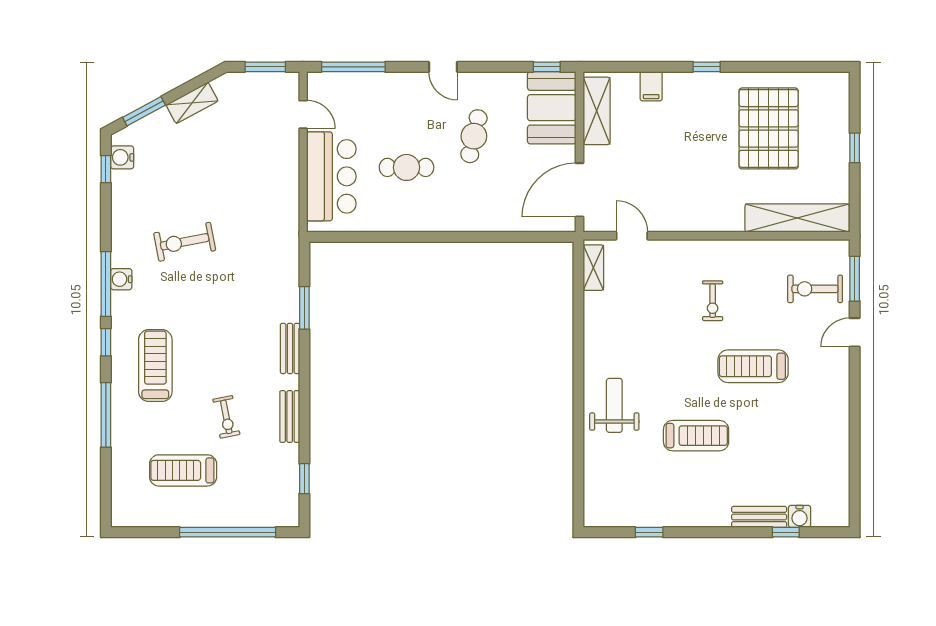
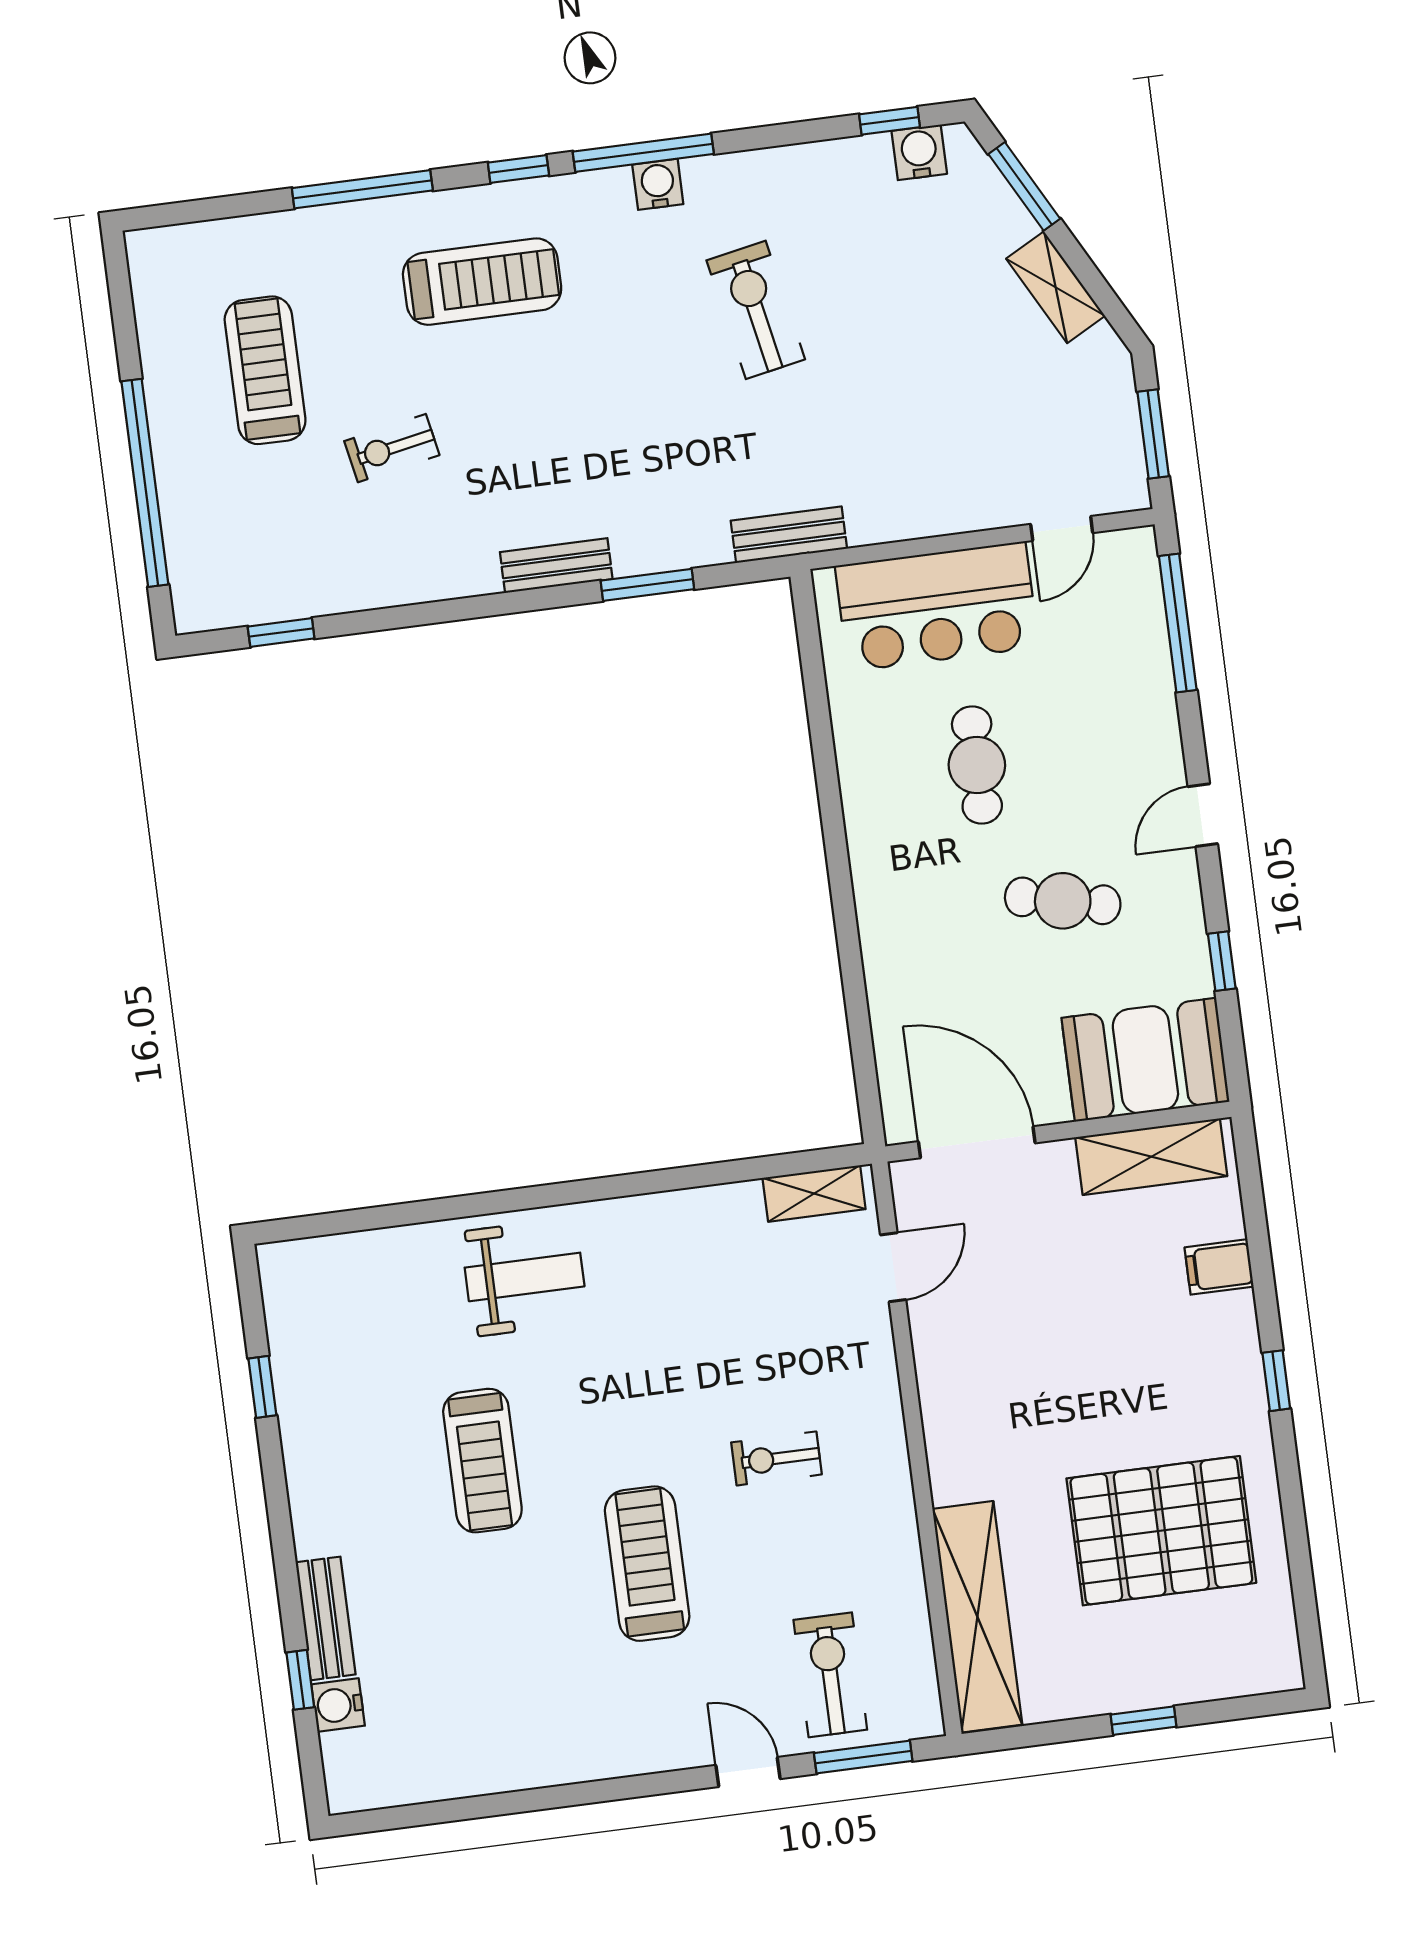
window: (547, 67) -> (1222, 961), moved
bench: (290, 416) -> (789, 535), moved

